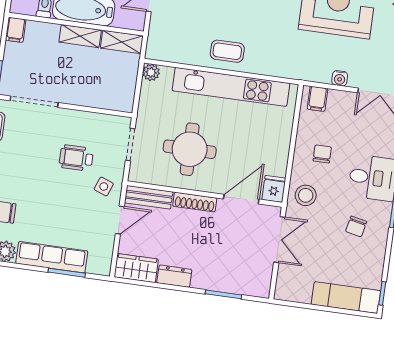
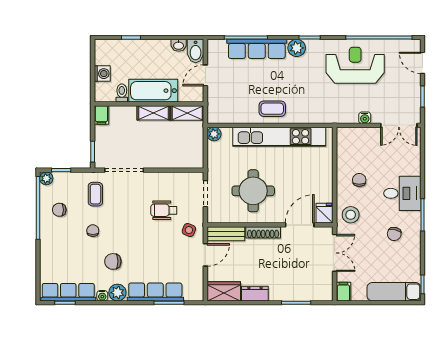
filing cabinet: (317, 99) -> (343, 292), moved, turned 180

